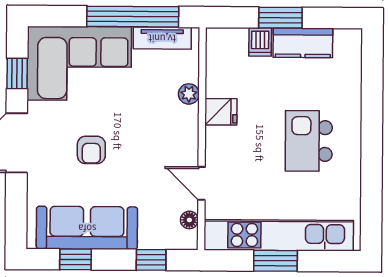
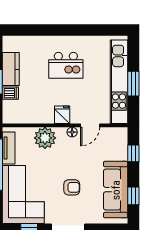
plant: (189, 94) -> (45, 138), width x1.87, depth x1.87
fridge: (221, 112) -> (62, 115), moved
floor lamp: (189, 220) -> (72, 132), moved

